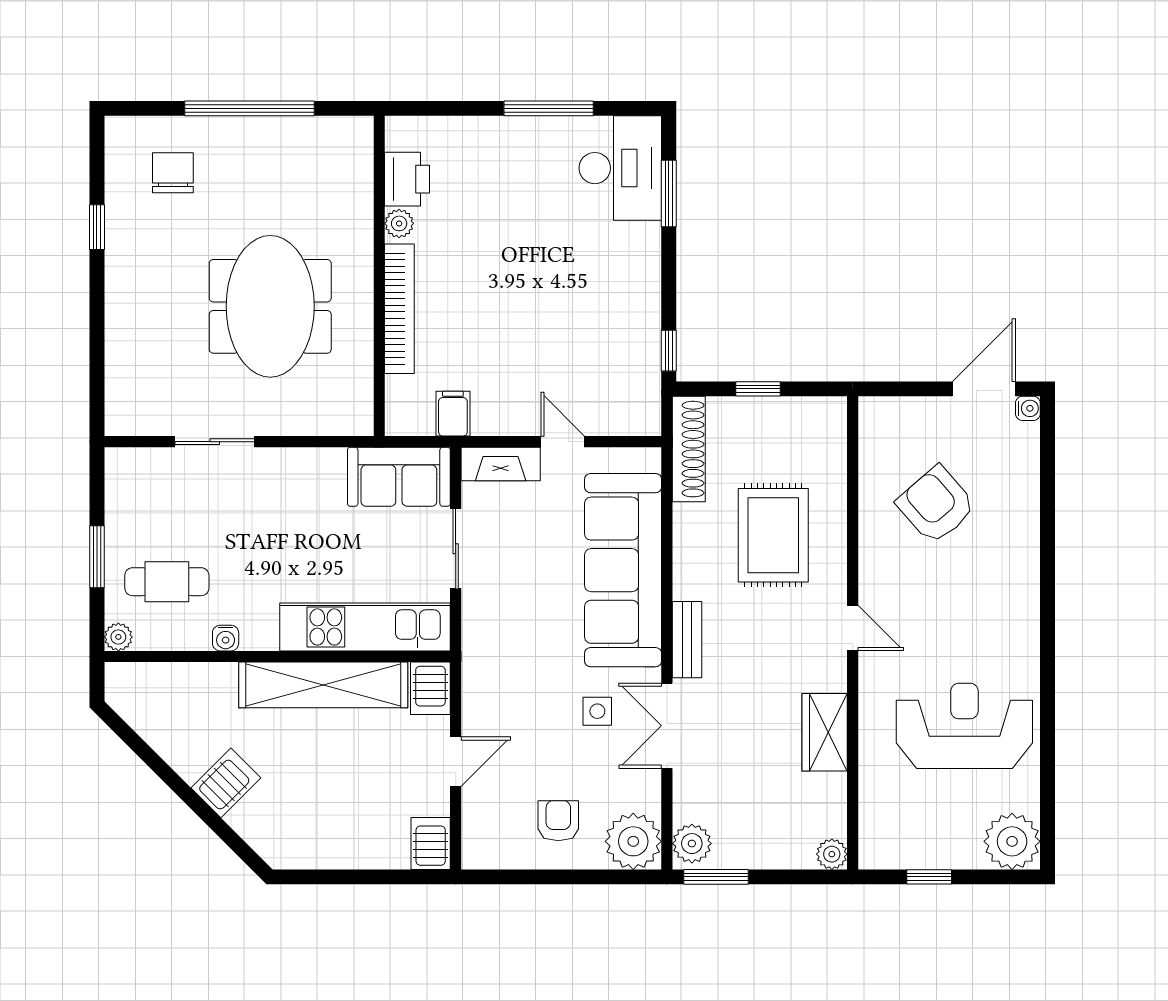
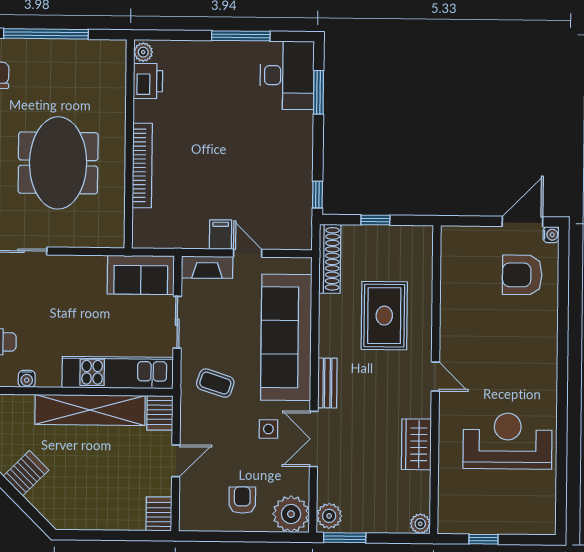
plant: (399, 223) -> (143, 52), moved
filing cabinet: (453, 414) -> (221, 235), moved
armchair: (936, 505) -> (522, 275), moved, turned -49
coffee table: (515, 642) -> (215, 383), added
plant: (1012, 841) -> (538, 517), removed

